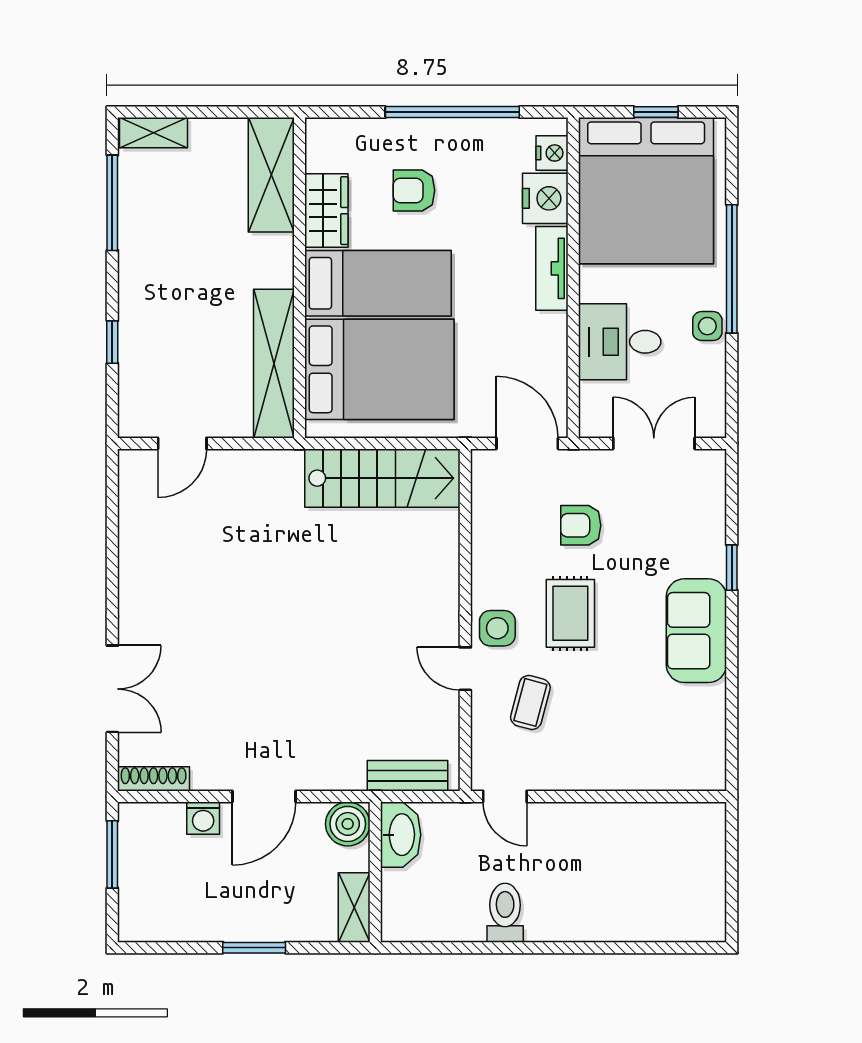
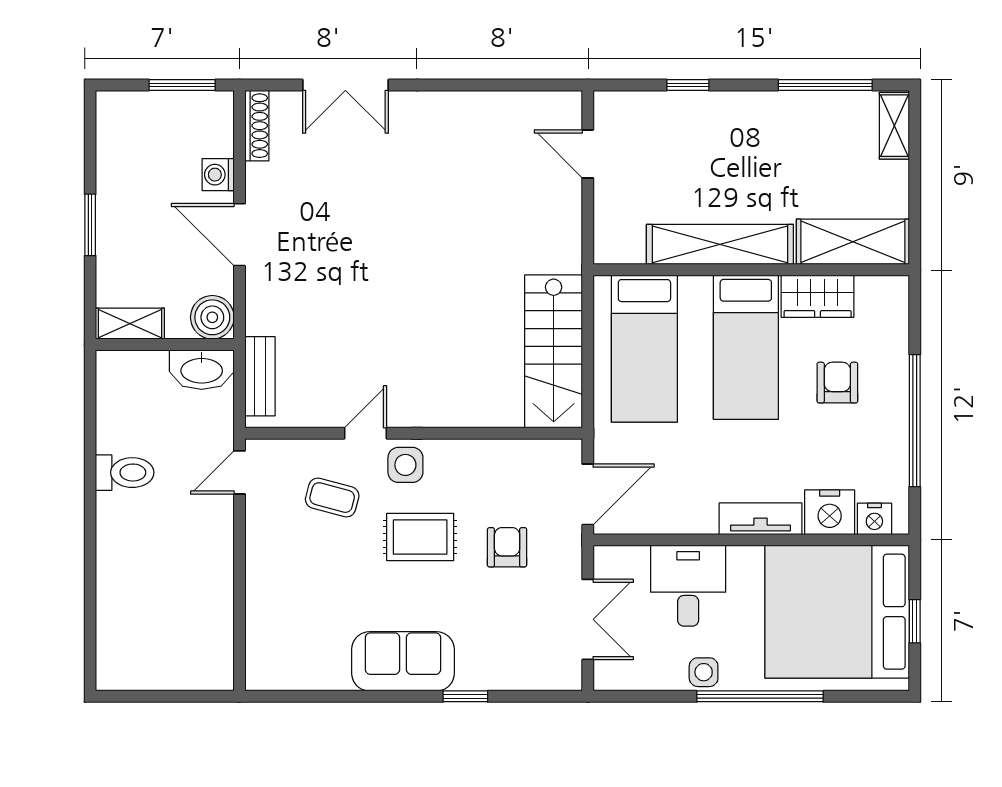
shelving: (274, 364) -> (720, 244), moved
bed: (379, 369) -> (644, 349), width x0.67

